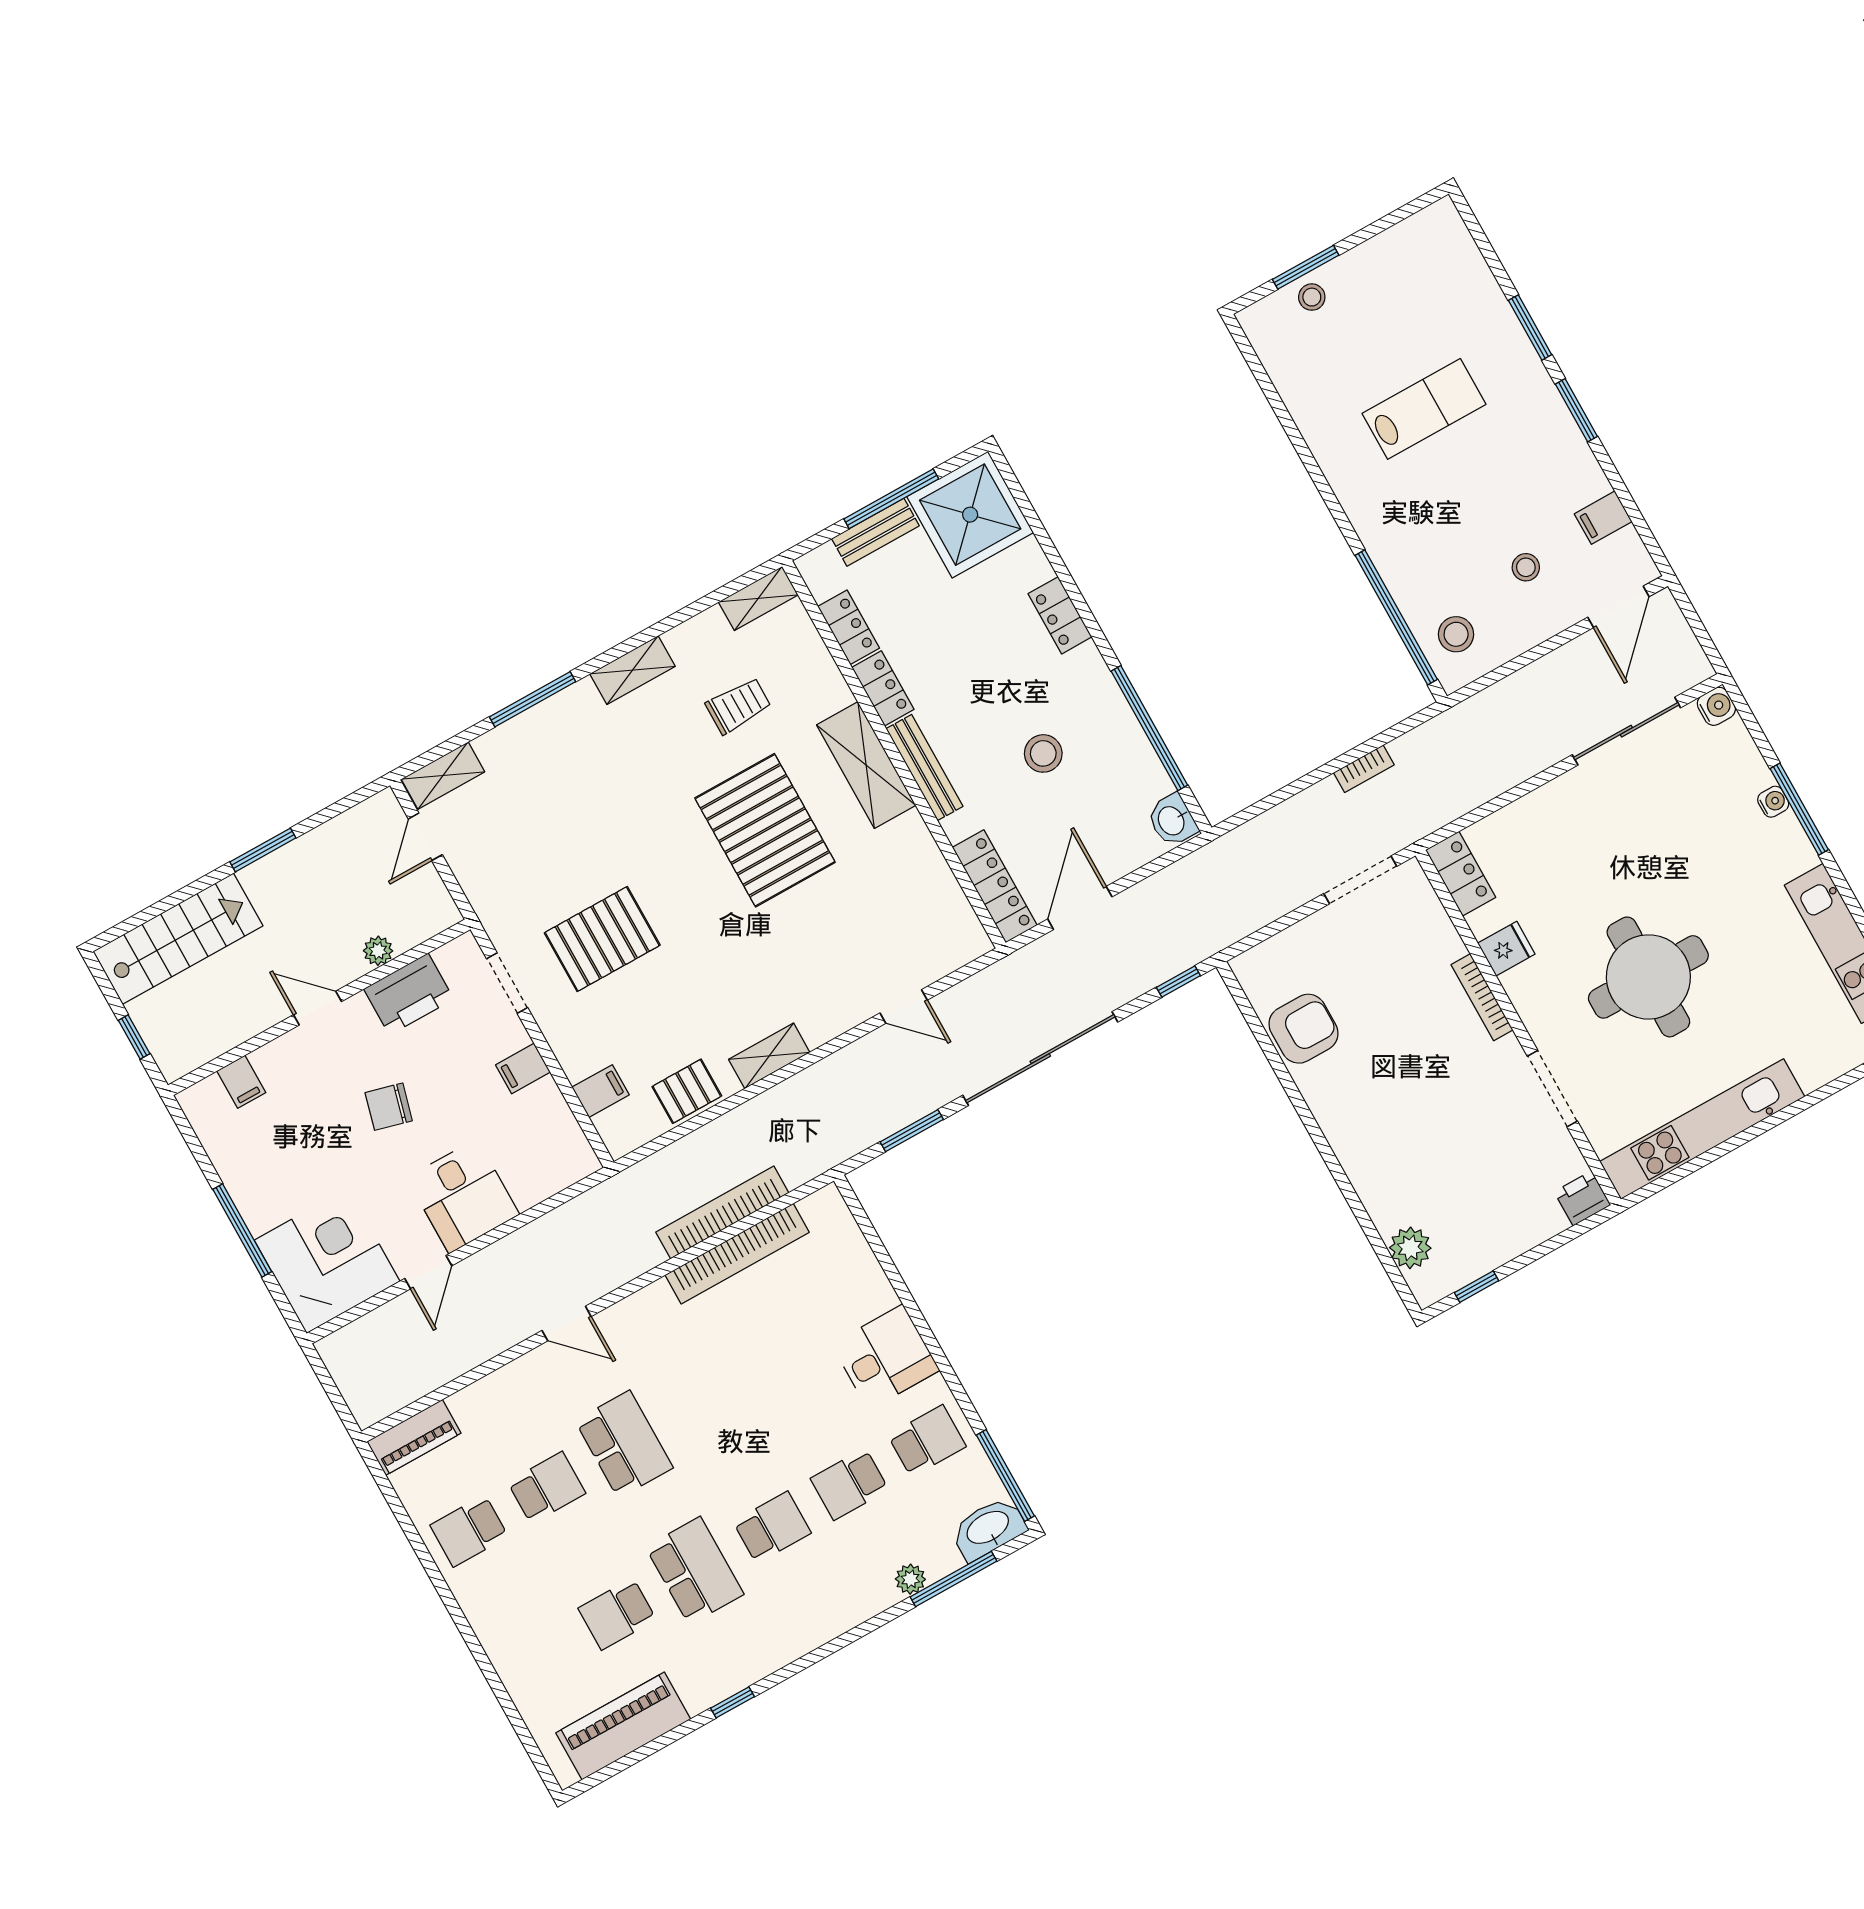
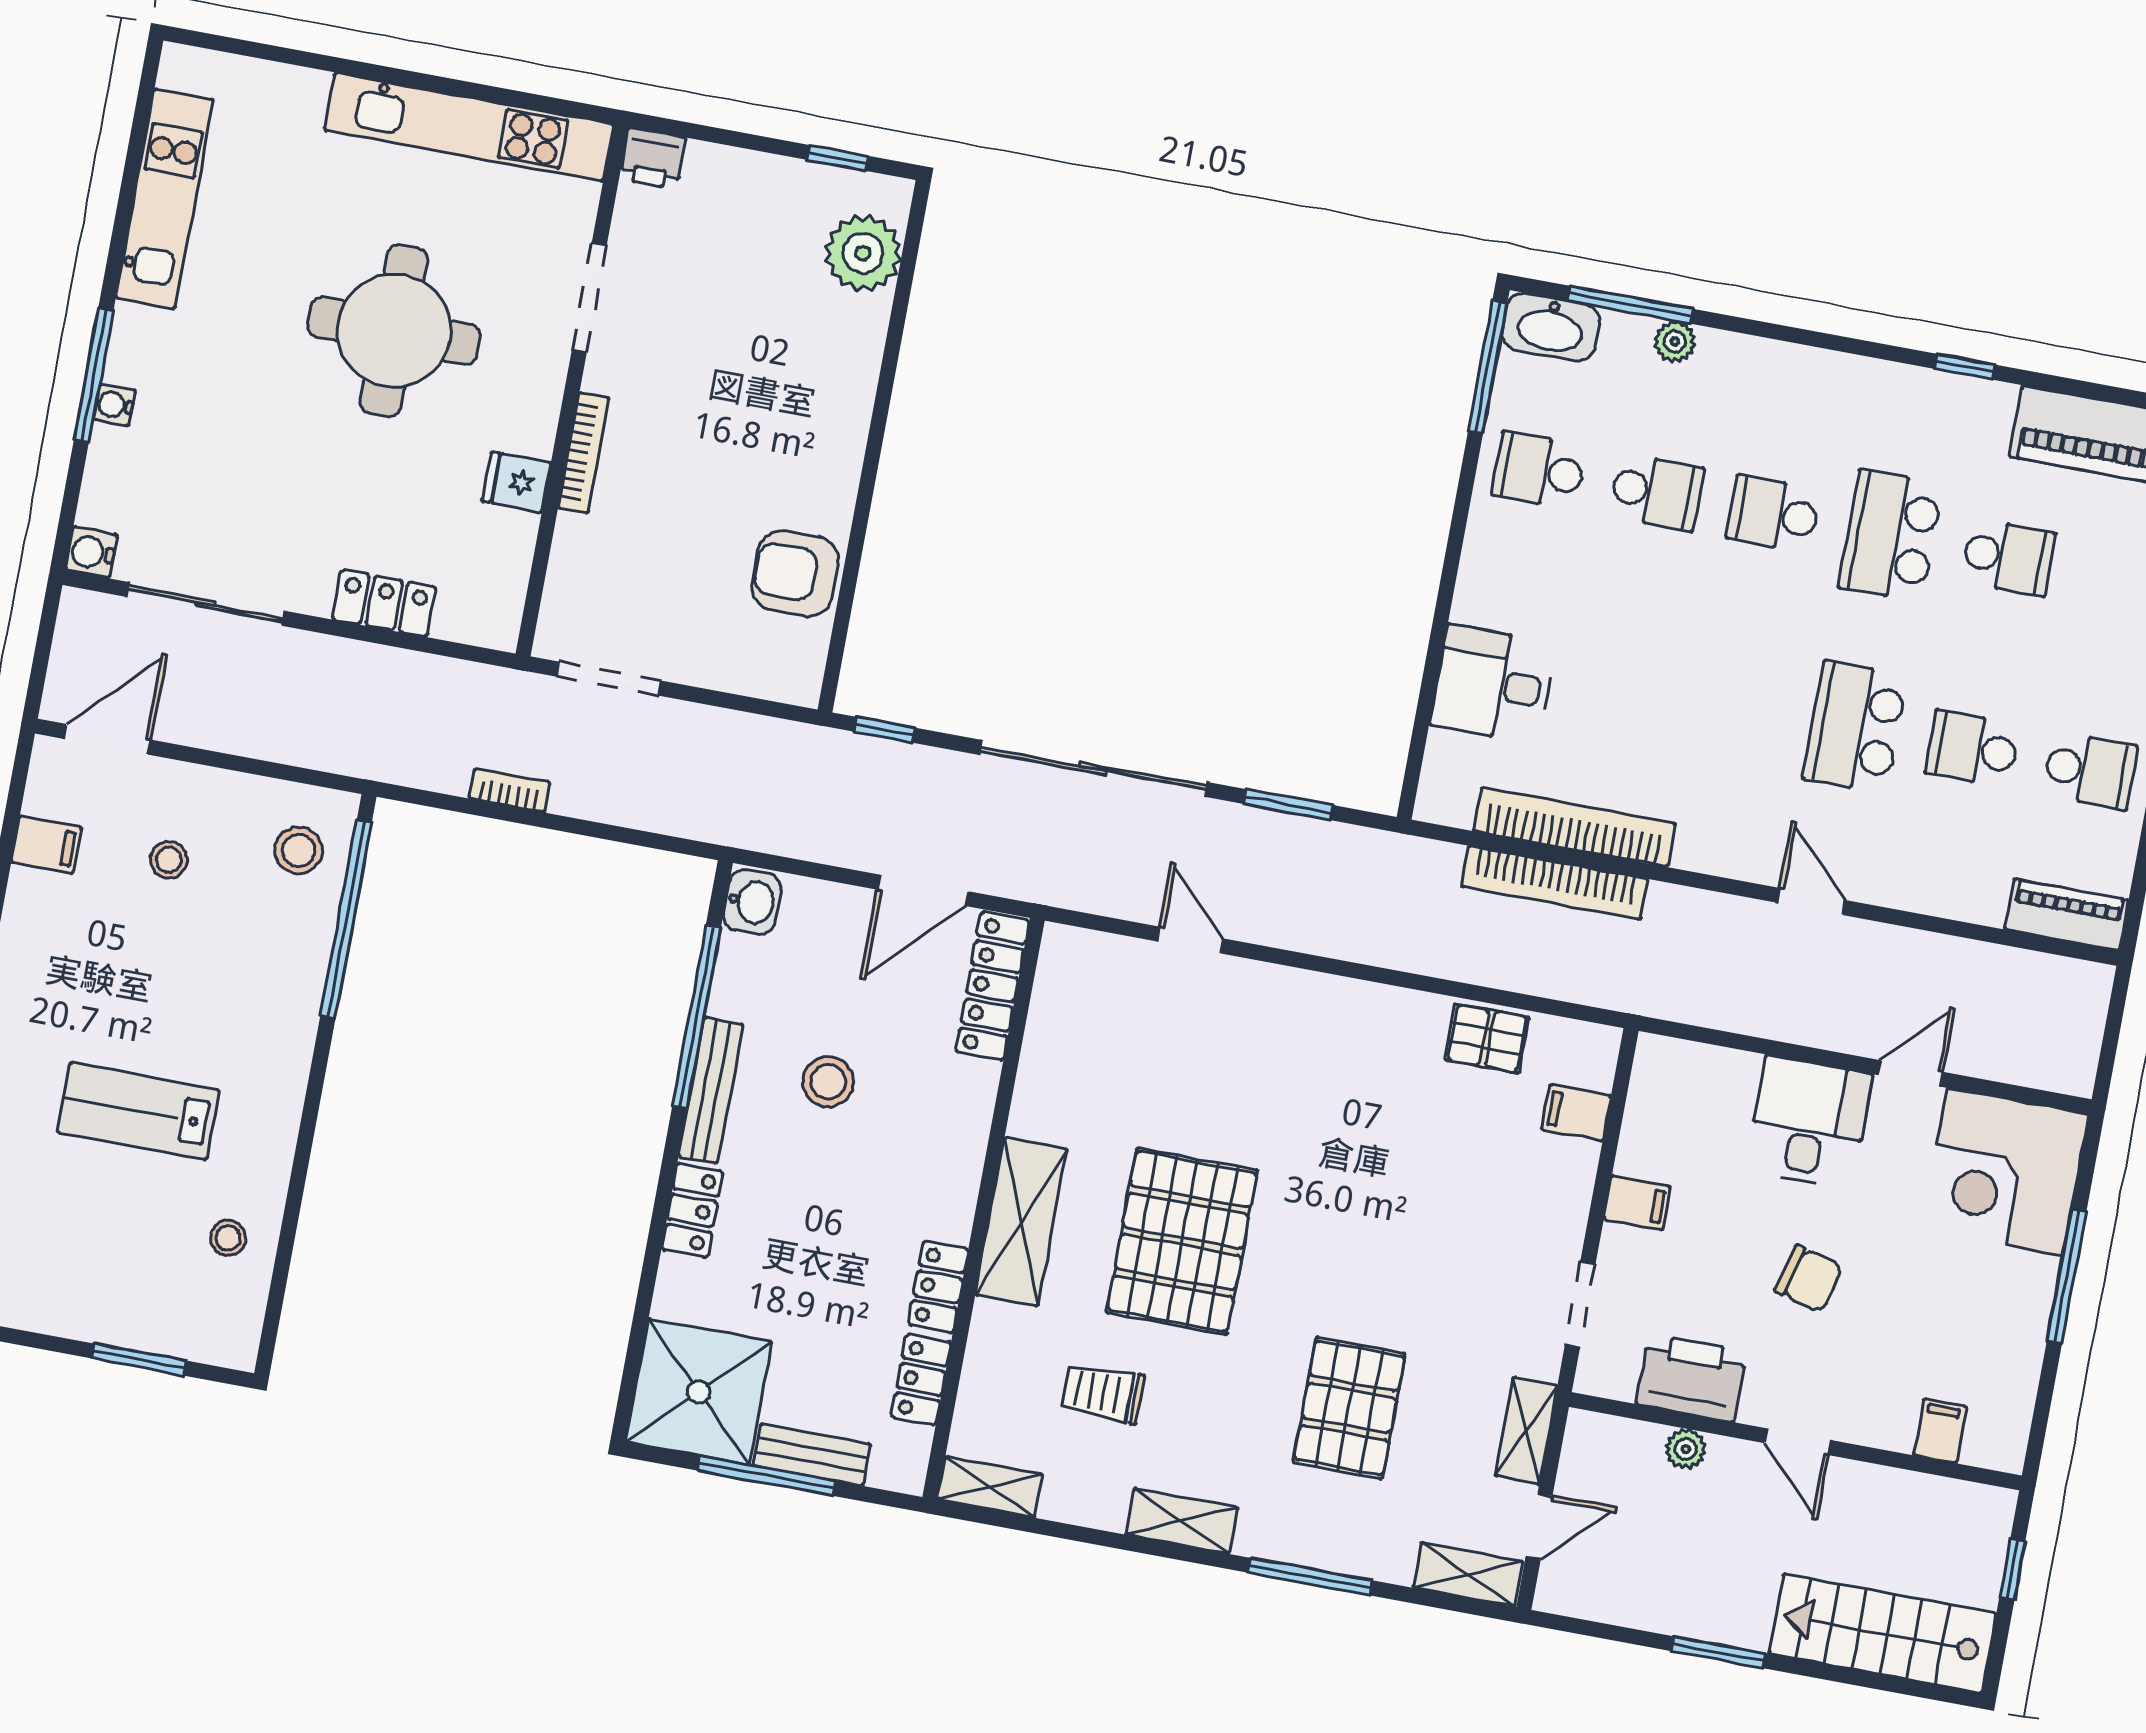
stool: (1312, 297) -> (228, 1238), moved
bench: (925, 768) -> (711, 1090), moved
locker: (1461, 874) -> (384, 603), moved, turned 90
pallet: (602, 939) -> (1349, 1408), moved, turned 90
shelving: (769, 1056) -> (1526, 1431), moved, turned 90
plant: (1410, 1248) -> (863, 253), width x1.36, depth x1.36
desk: (886, 1357) -> (1493, 684), moved

